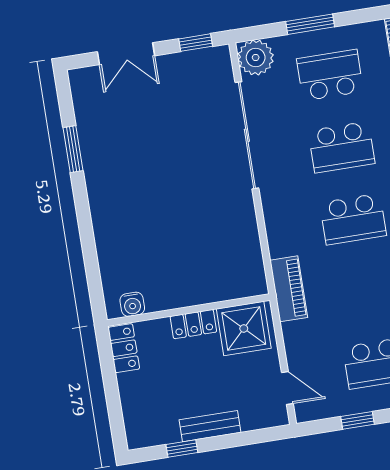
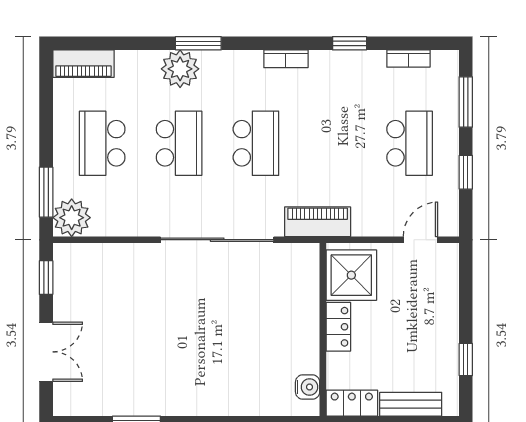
window: (310, 24) -> (46, 192), moved
sliding door: (247, 135) -> (217, 240), moved
bench: (210, 426) -> (411, 404), moved, turned 90

